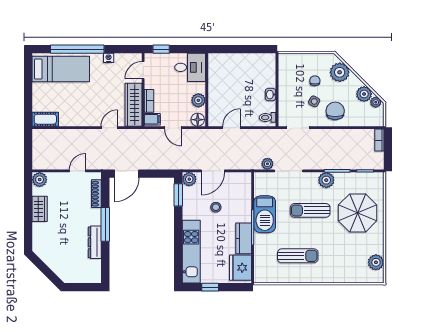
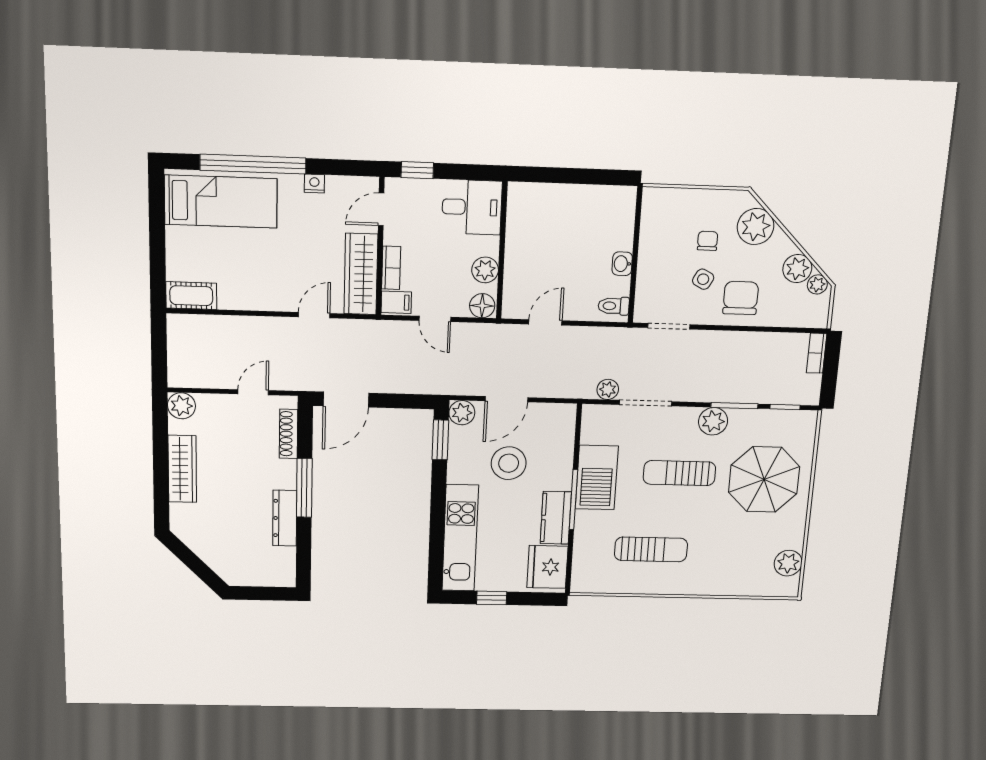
stool: (216, 207) -> (509, 463), width x1.89, depth x1.89
wardrobe: (40, 209) -> (182, 469), width x1.50

